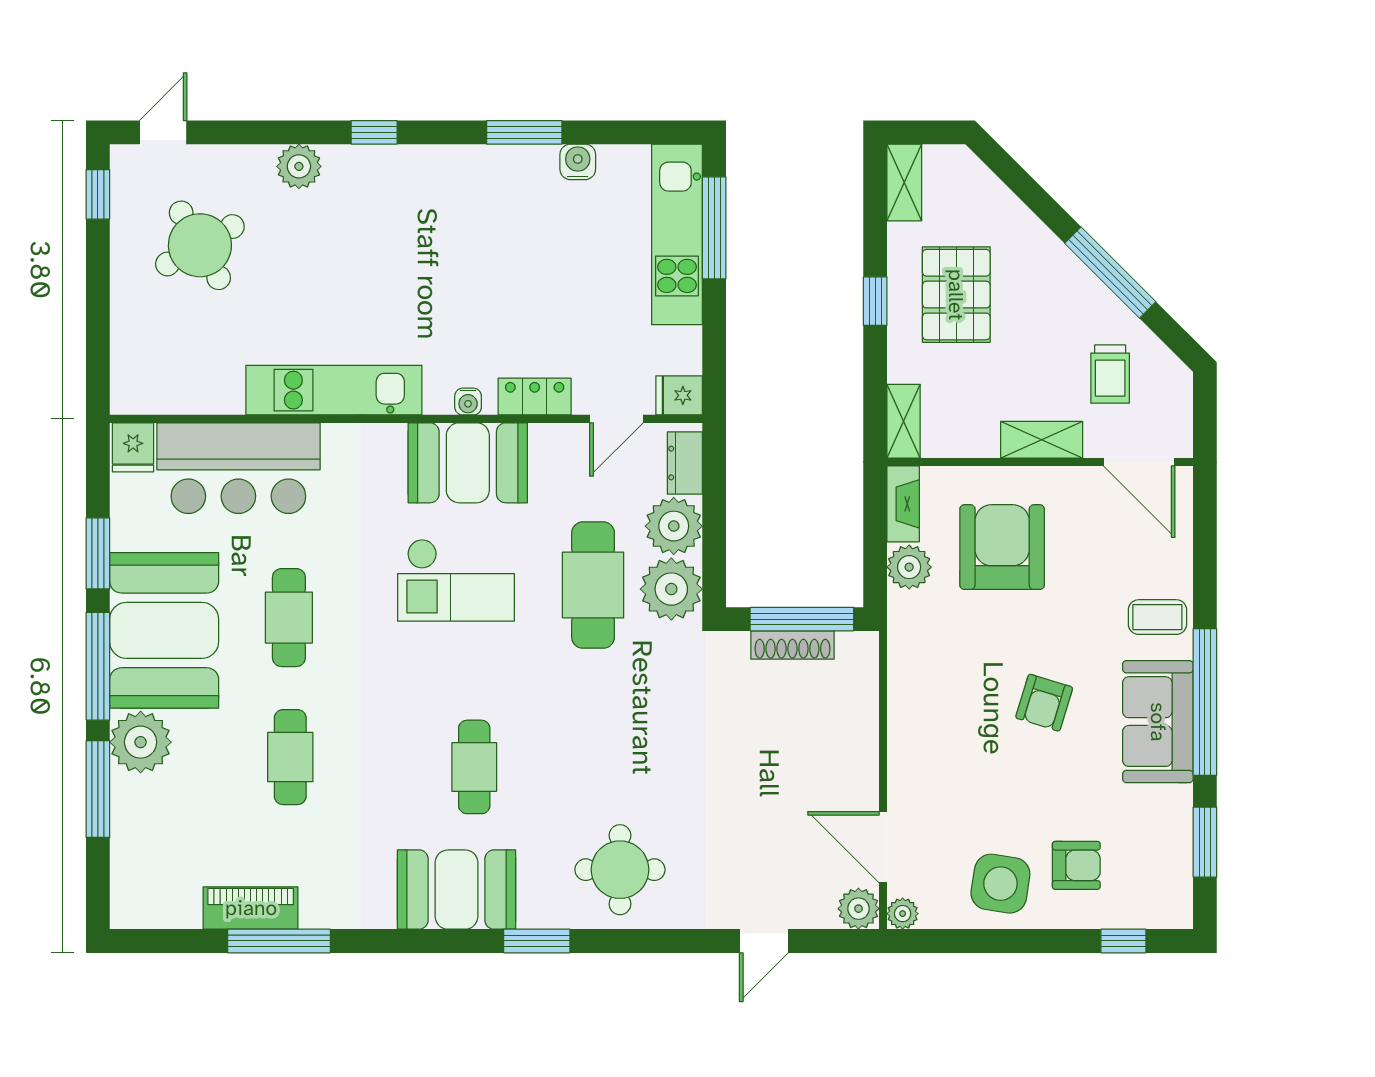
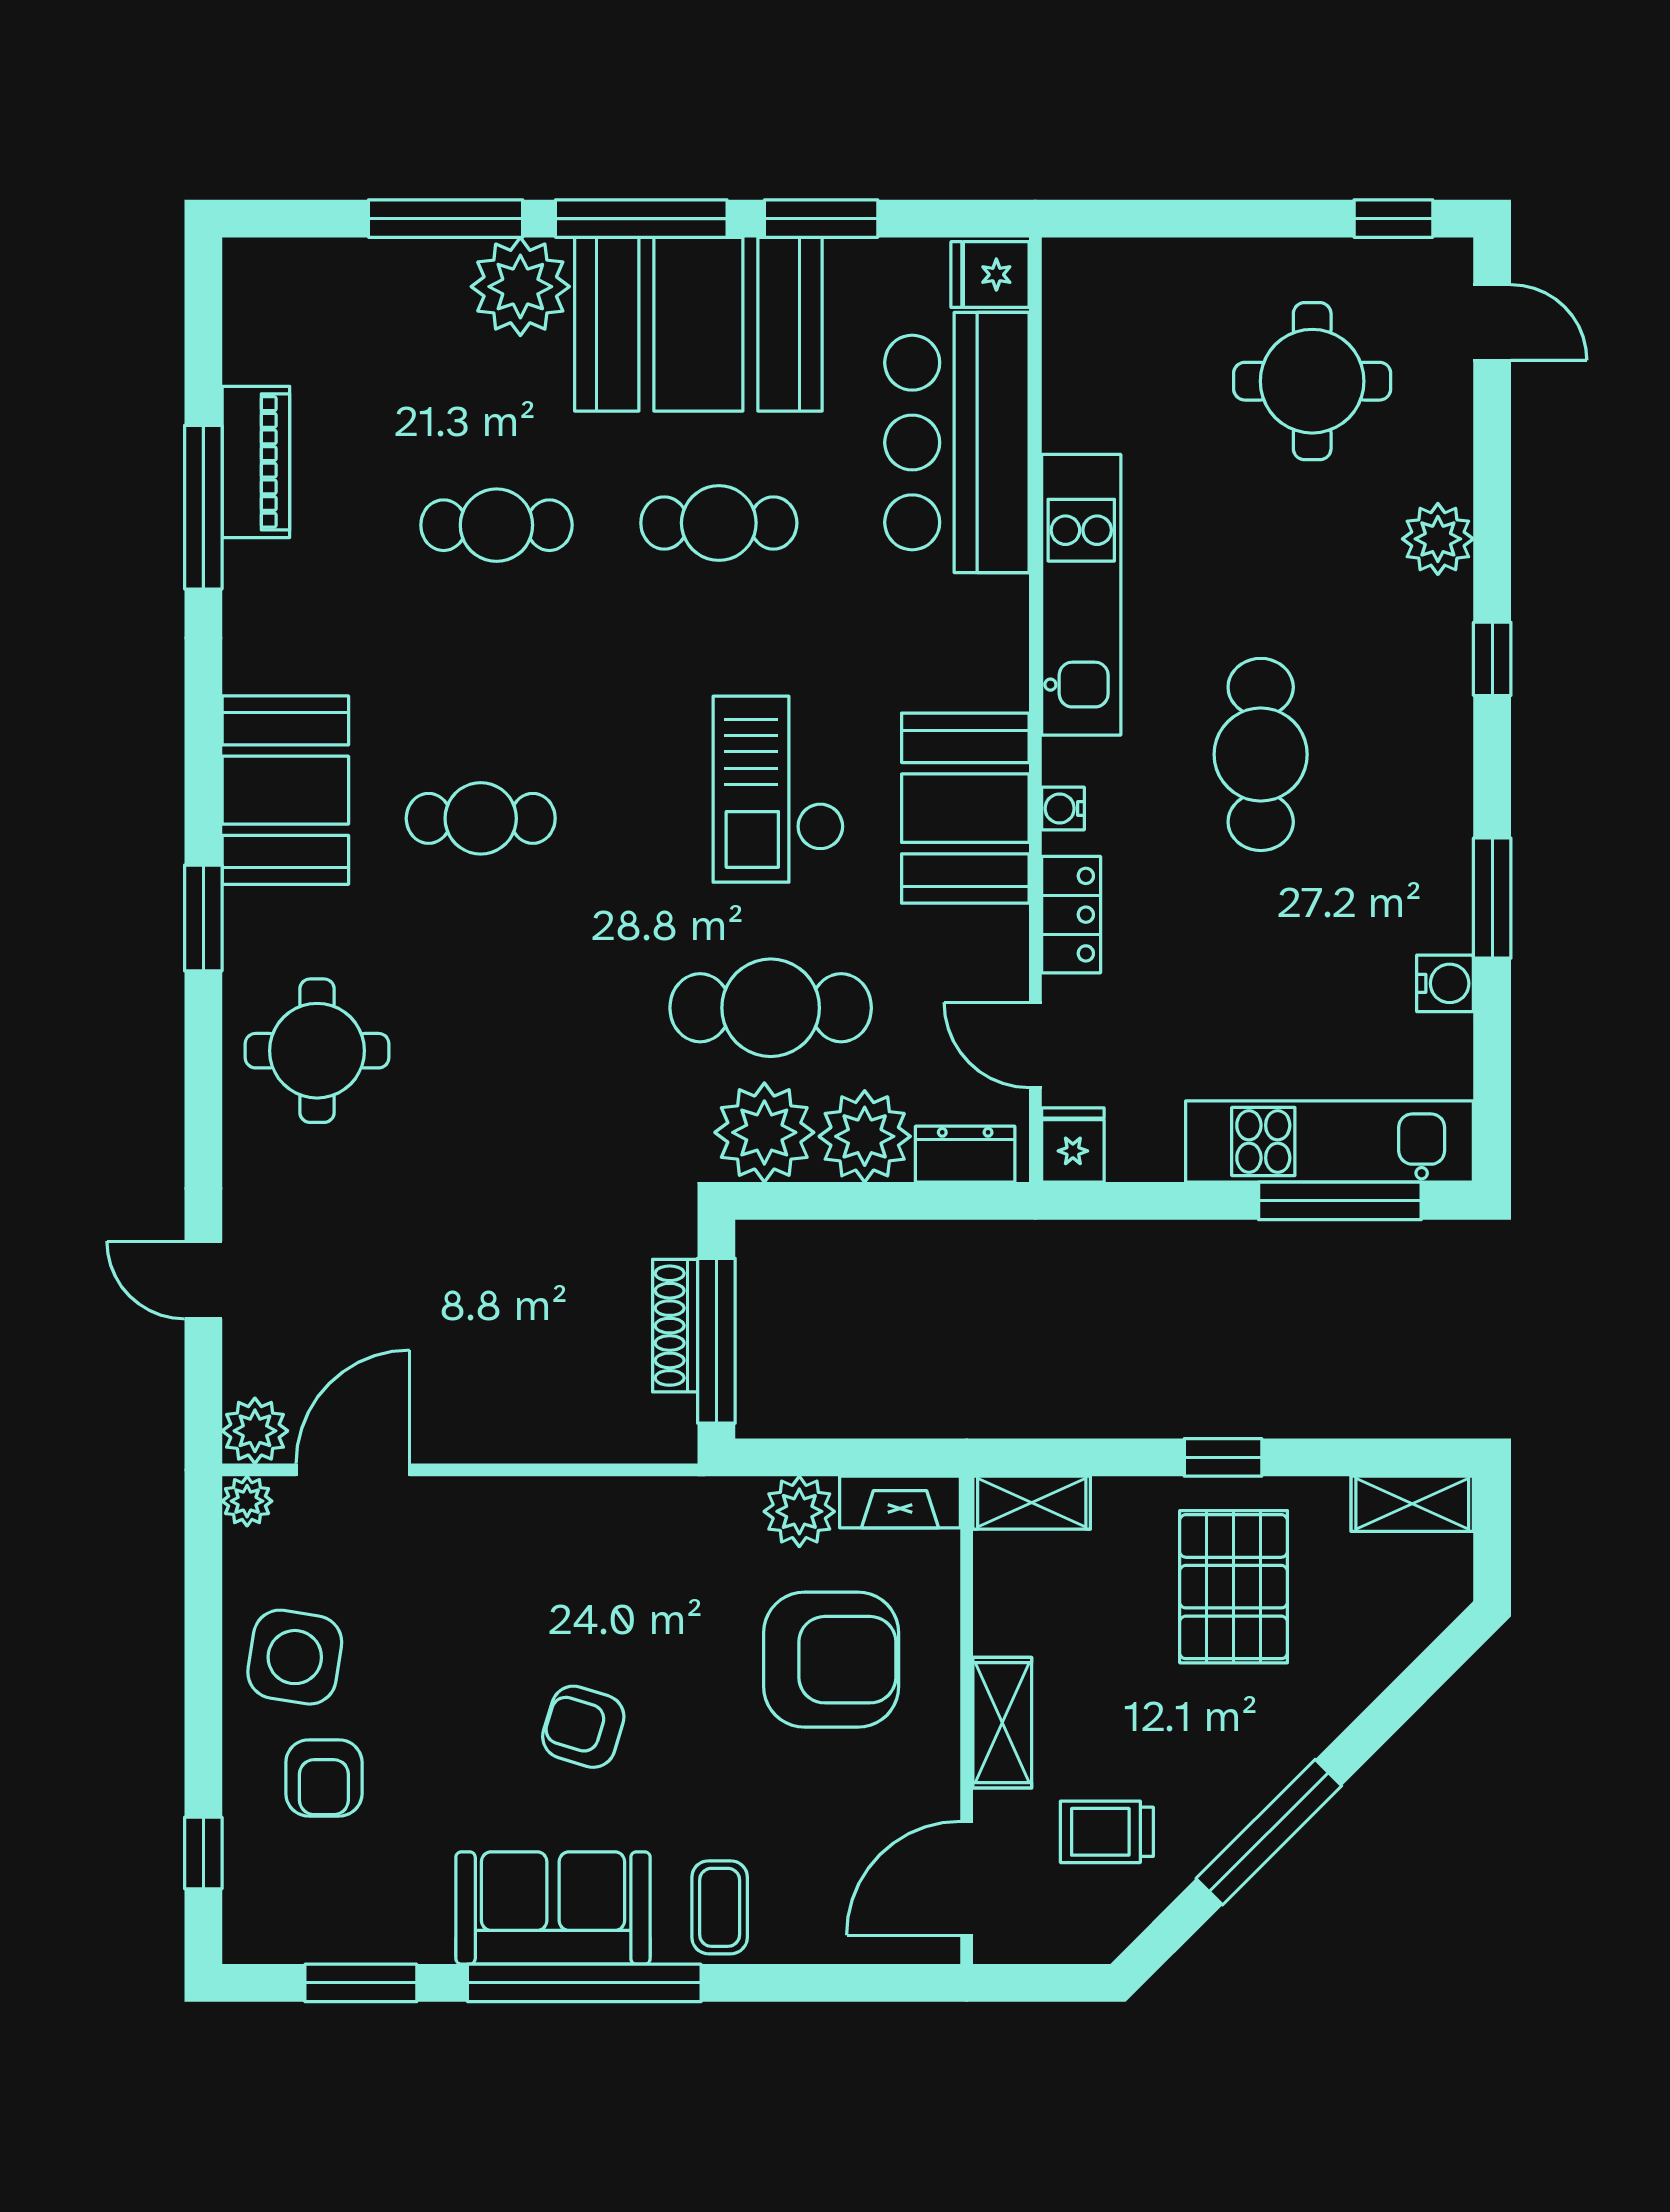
round table: (200, 245) -> (1312, 381), turned 30
cafe table: (434, 278) -> (1261, 754), added
pallet: (956, 295) -> (1234, 1587), turned 90

